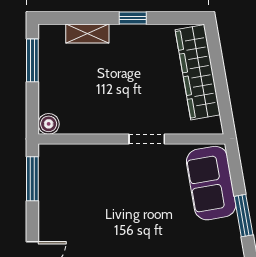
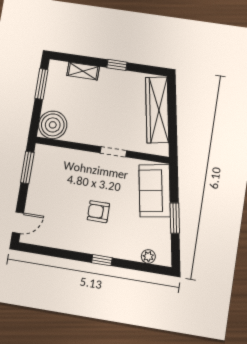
boiler: (49, 124) -> (53, 125), width x1.86, depth x1.86
armchair: (139, 223) -> (98, 212), added

